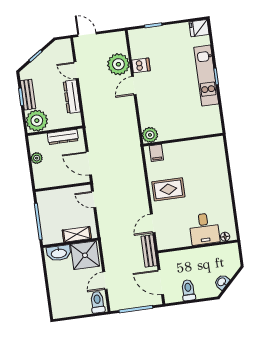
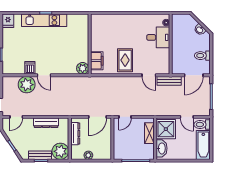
door: (76, 70) -> (16, 117), moved
filing cabinet: (156, 153) -> (97, 61), width x2.00
bathtub: (71, 307) -> (203, 145), added

